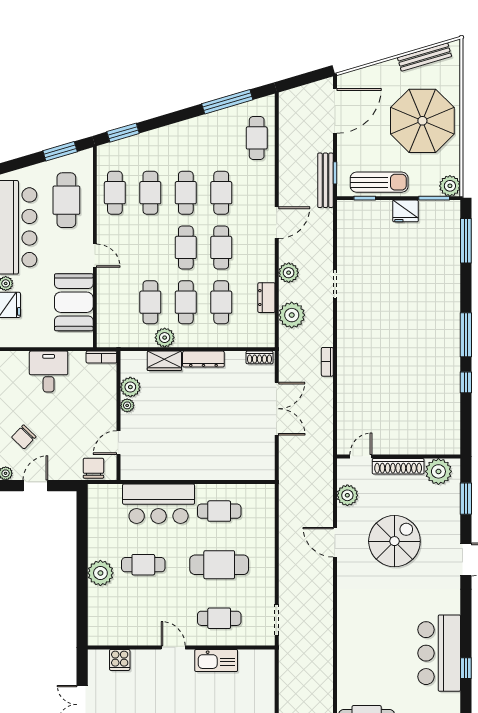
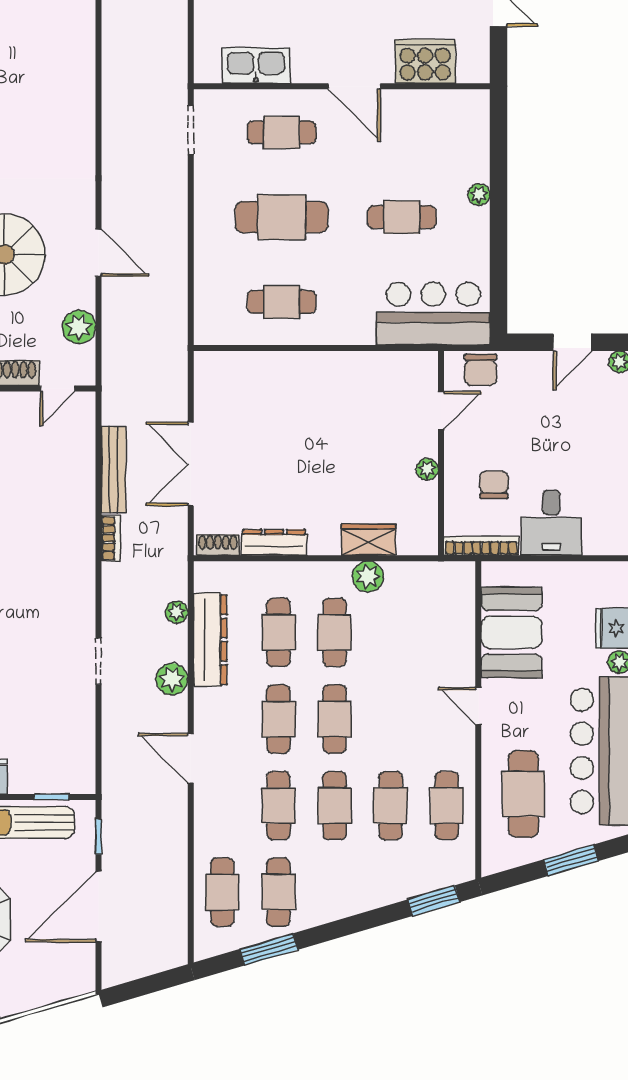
window: (227, 102) -> (269, 949), width x0.69
door: (335, 111) -> (99, 907), moved
window: (60, 151) -> (571, 860), moved
bench: (325, 180) -> (114, 470), moved
door: (277, 223) -> (191, 758), hinge flipped
dresser: (266, 298) -> (210, 640), width x1.96, depth x1.24
cafe table: (150, 302) -> (278, 892), moved
plant: (292, 315) -> (177, 612), width x0.53, depth x0.53
bookcase: (101, 357) -> (481, 546), width x1.56
dresser: (203, 359) -> (274, 542), moved
plant: (130, 387) -> (422, 498), removed
chair: (24, 437) -> (494, 485), moved, turned -44
bar counter: (159, 504) -> (433, 314), moved
plant: (100, 573) -> (479, 195), width x0.53, depth x0.53
door: (173, 647) -> (354, 86), width x1.38
cooker: (120, 660) -> (425, 61), width x1.87, depth x1.31
kitchen sink: (216, 660) -> (256, 66), moved

